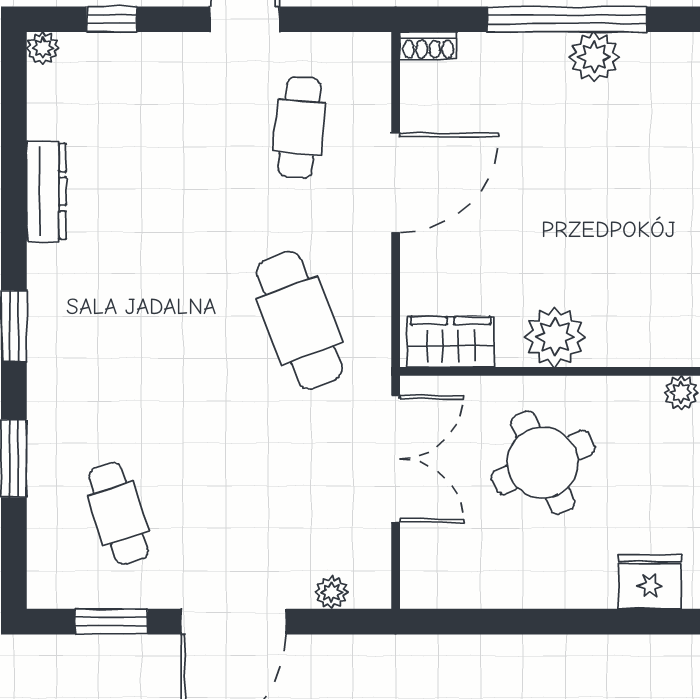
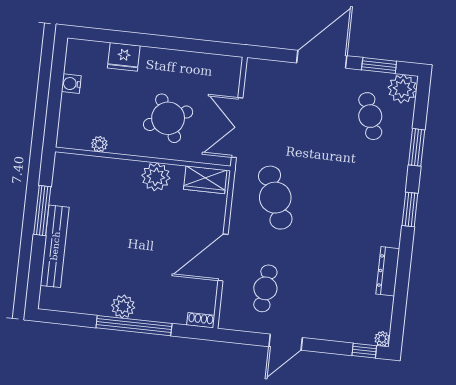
window: (112, 19) -> (364, 351), moved
plant: (332, 592) -> (402, 89), moved, width x1.88, depth x1.88

